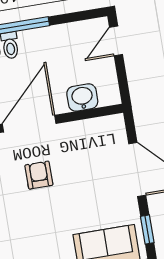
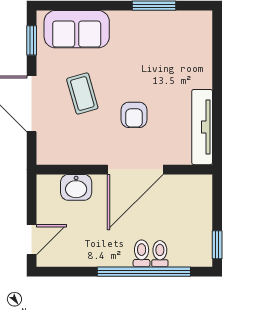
coffee table: (91, 187) -> (82, 93), added

